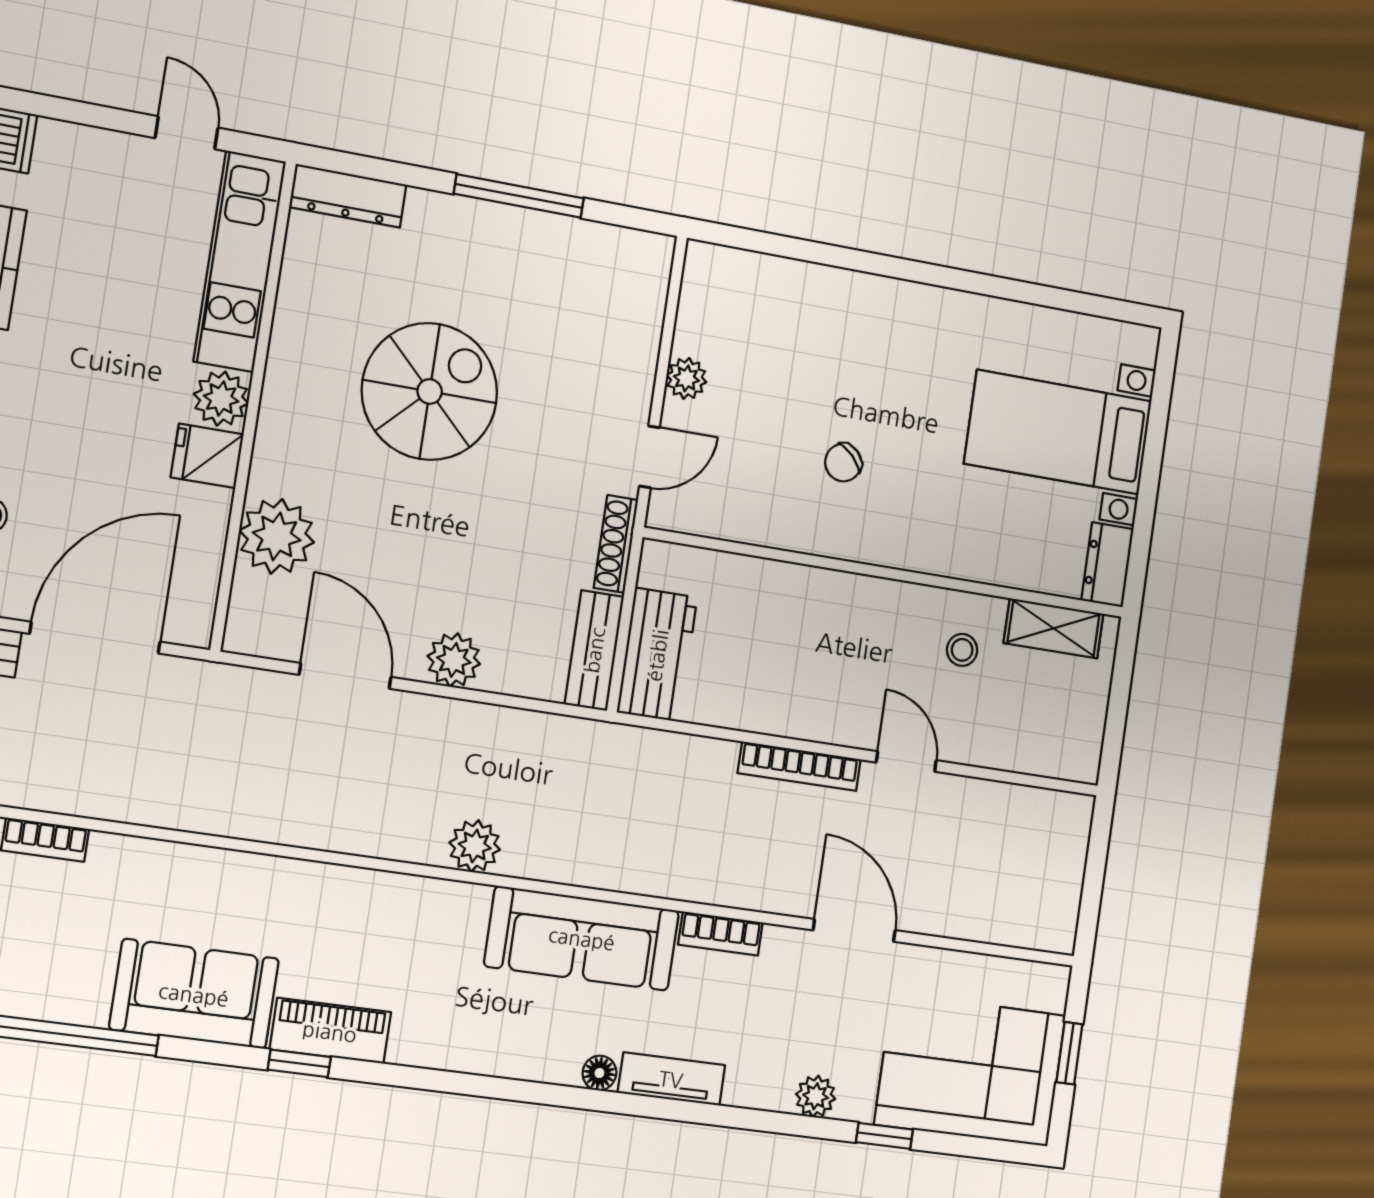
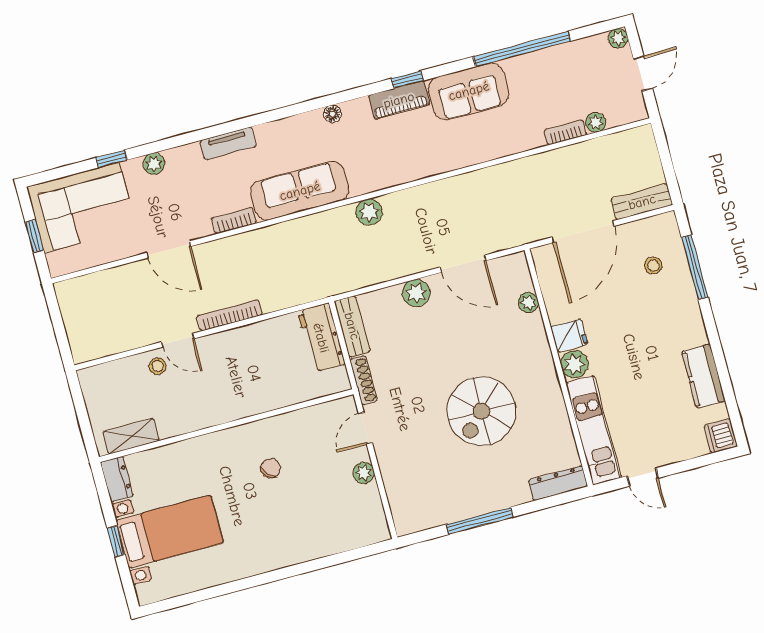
window: (1152, 458) -> (116, 541), added
plant: (277, 536) -> (528, 303), width x0.53, depth x0.53
stool: (962, 650) -> (158, 366), moved
floor lamp: (599, 1073) -> (332, 114), moved

